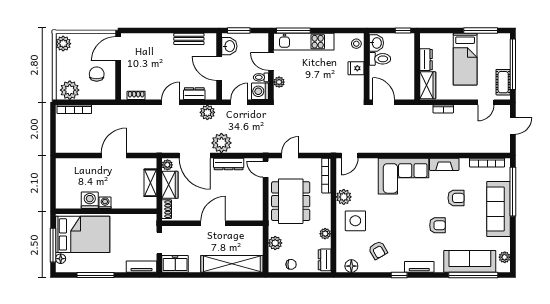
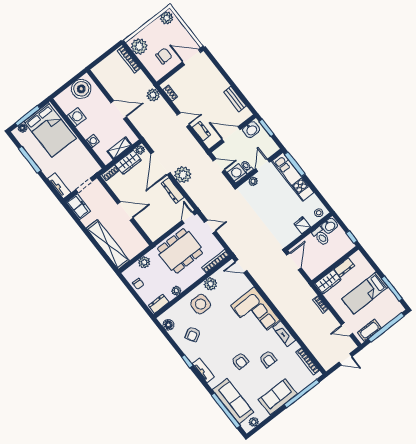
door: (219, 68) -> (231, 134), hinge flipped
plant: (207, 112) -> (153, 95), moved
boiler: (67, 175) -> (81, 89), added
washing machine: (105, 203) -> (93, 141), moved
sofa: (498, 209) -> (278, 397), width x0.73

